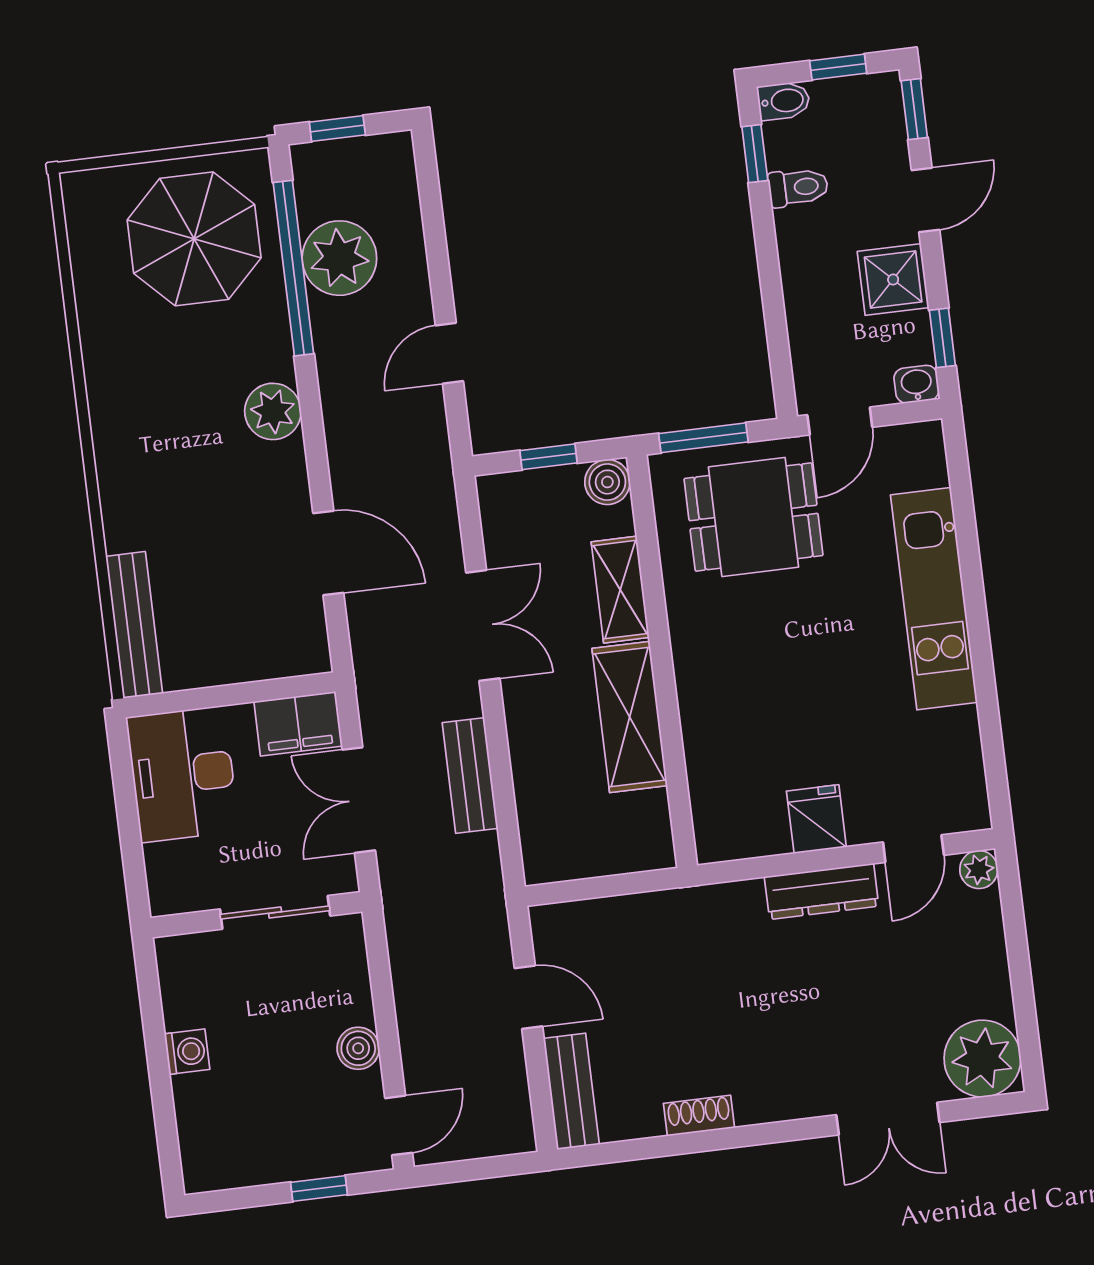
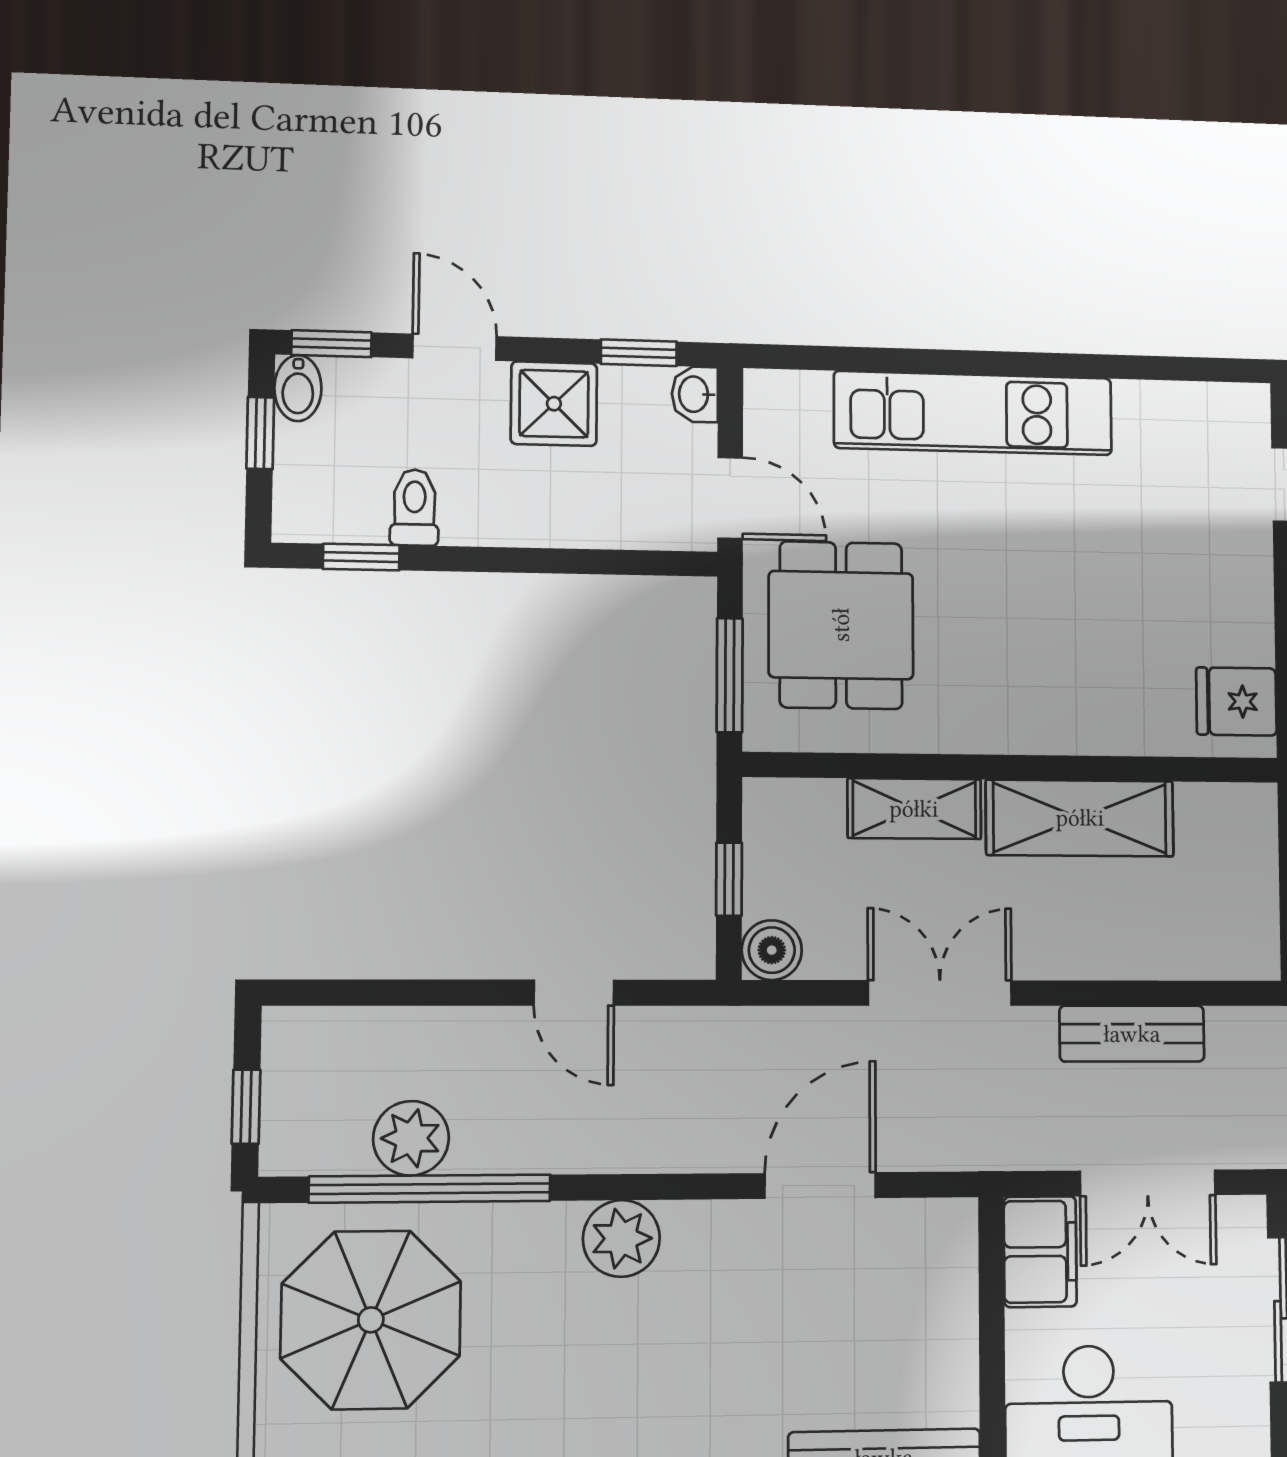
bidet: (784, 101) -> (298, 388), moved, turned 180
plant: (339, 258) -> (411, 1138), width x0.73, depth x0.73
boiler: (607, 482) -> (772, 950), moved
fridge: (816, 819) -> (1236, 701), moved

